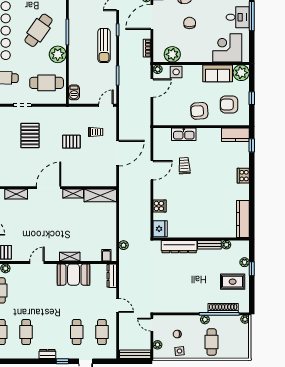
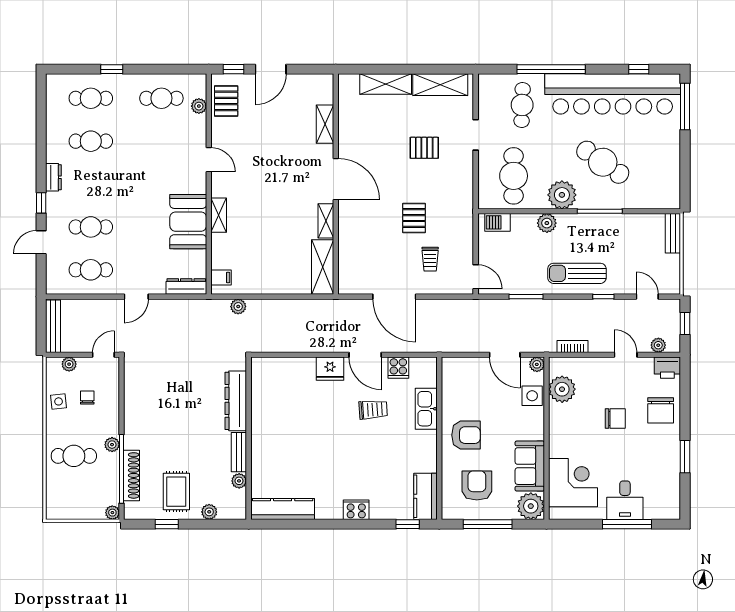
door: (152, 17) -> (626, 355), width x0.53
plant: (74, 63) -> (547, 223), added
window: (252, 98) -> (488, 524), width x2.17
armchair: (199, 111) -> (466, 435), turned 94
pallet: (30, 136) -> (424, 148), width x0.67, depth x0.71
cooker: (160, 206) -> (398, 368), moved
fridge: (160, 229) -> (330, 369), moved
window: (252, 269) -> (167, 524), moved

